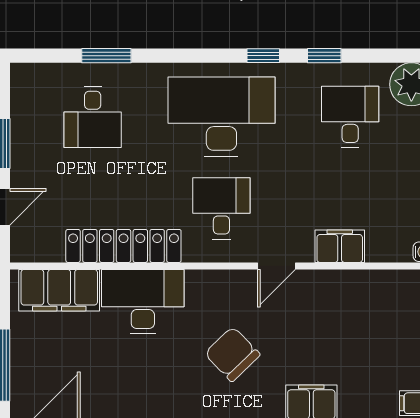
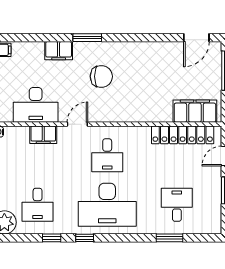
locker: (123, 246) -> (183, 135), moved
desk: (143, 302) -> (36, 105), moved
chair: (232, 354) -> (101, 76), turned -46

